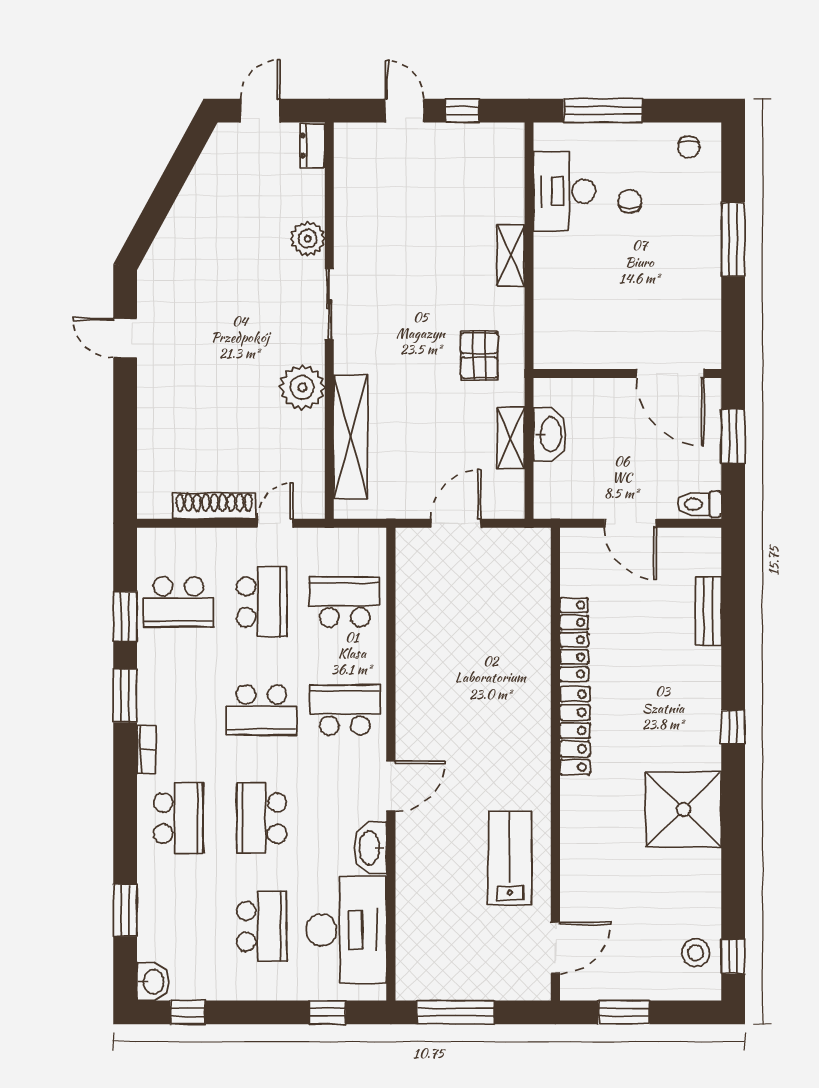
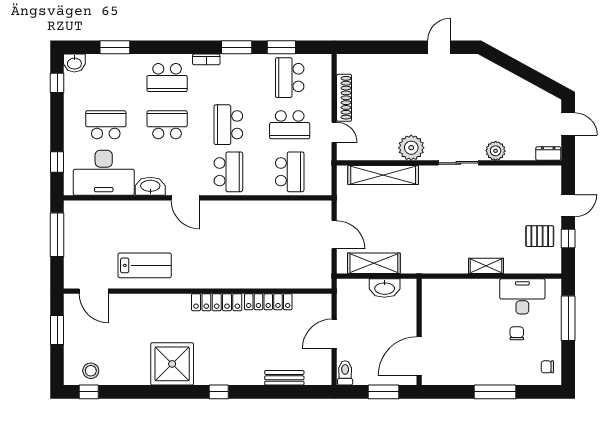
chair: (630, 201) -> (517, 333), turned -90
pallet: (479, 355) -> (540, 236), moved
shelving: (511, 438) -> (374, 263), width x1.50, depth x1.33
school desk: (262, 926) -> (106, 125), turned 180

